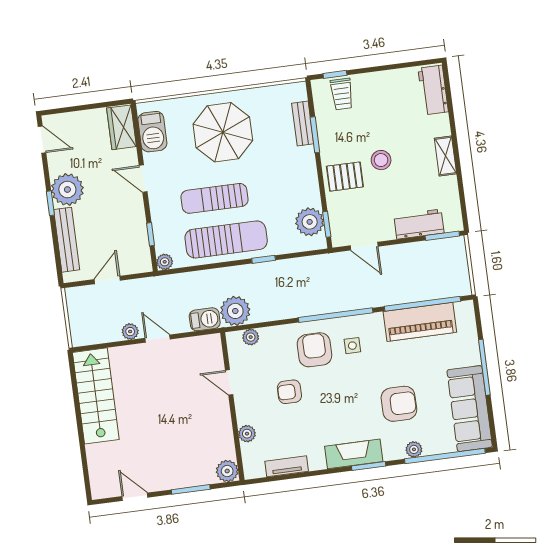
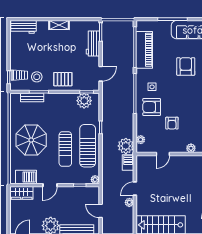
stool: (381, 160) -> (37, 77), moved
pallet: (345, 177) -> (63, 79), turned 90

